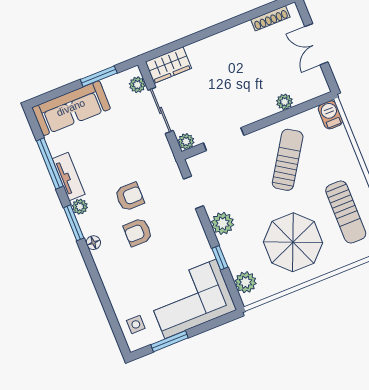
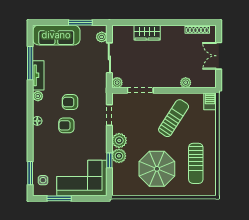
wardrobe: (168, 65) -> (147, 33), moved
armchair: (130, 197) -> (70, 102), turned 180
window: (74, 223) -> (30, 173), moved
plant: (246, 282) -> (119, 156), moved

